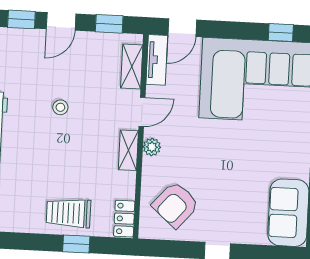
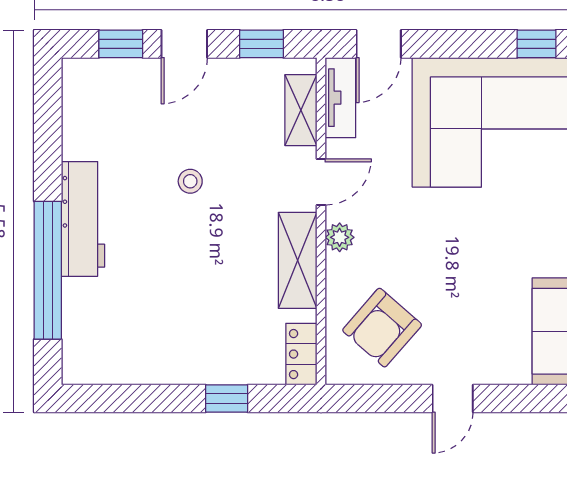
shelving: (128, 150) -> (298, 260), width x1.50, depth x1.33
trolley: (69, 213) -> (212, 350), removed

